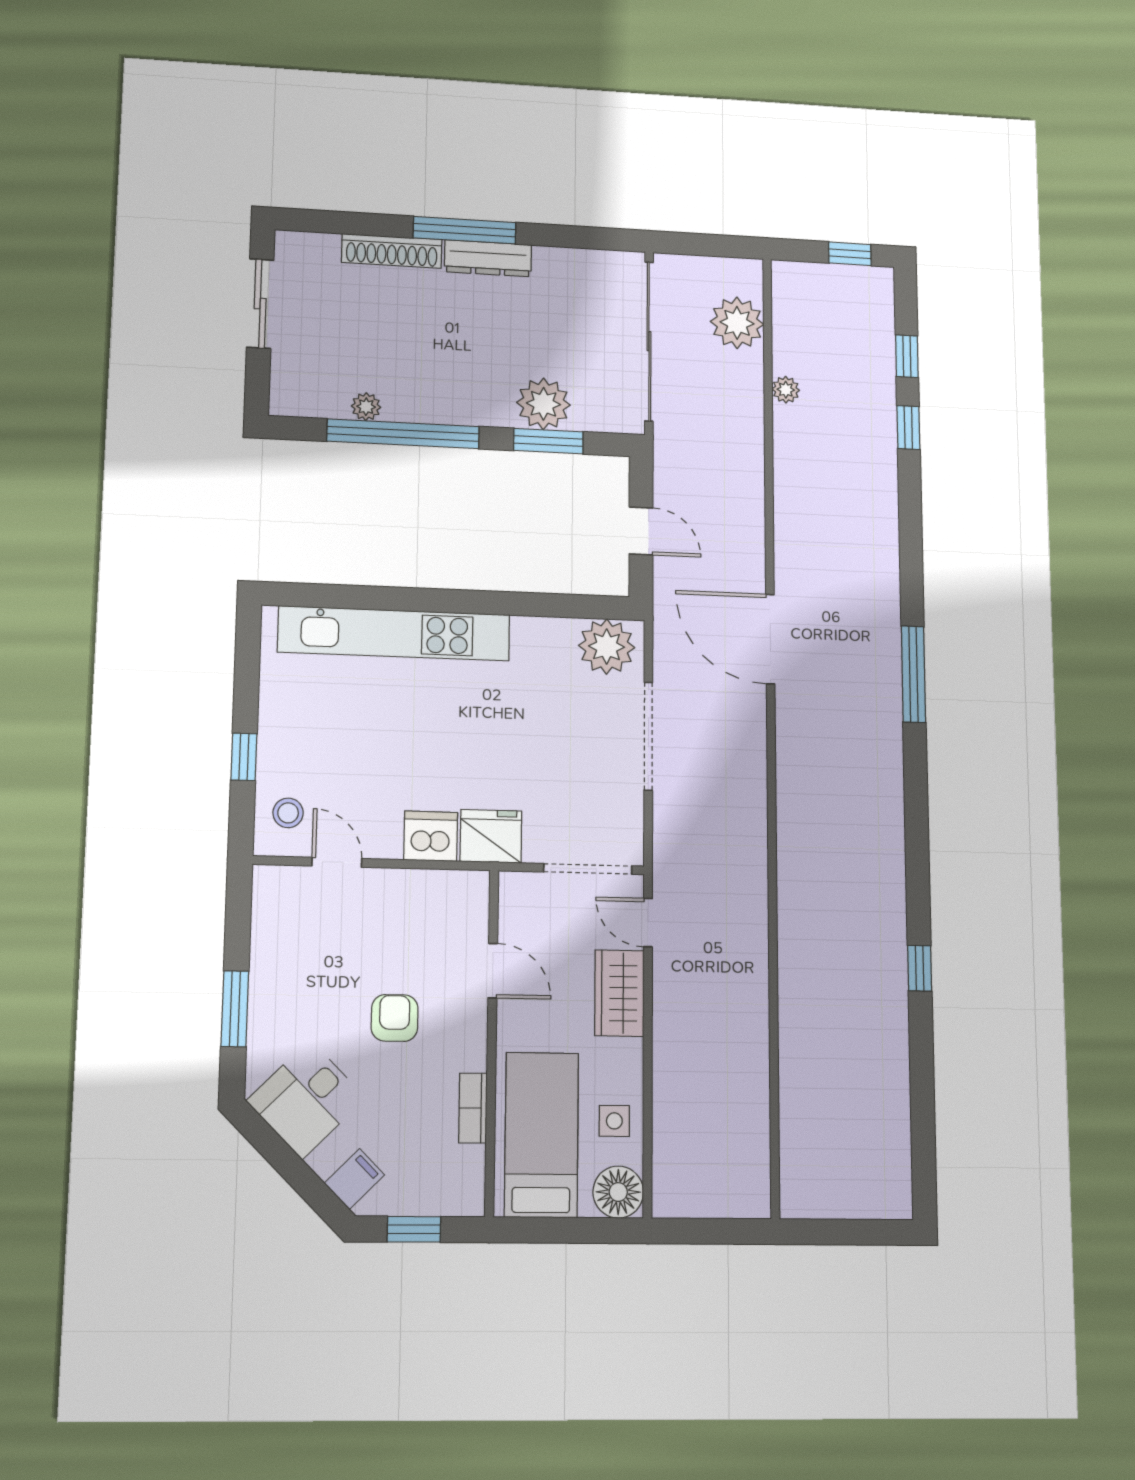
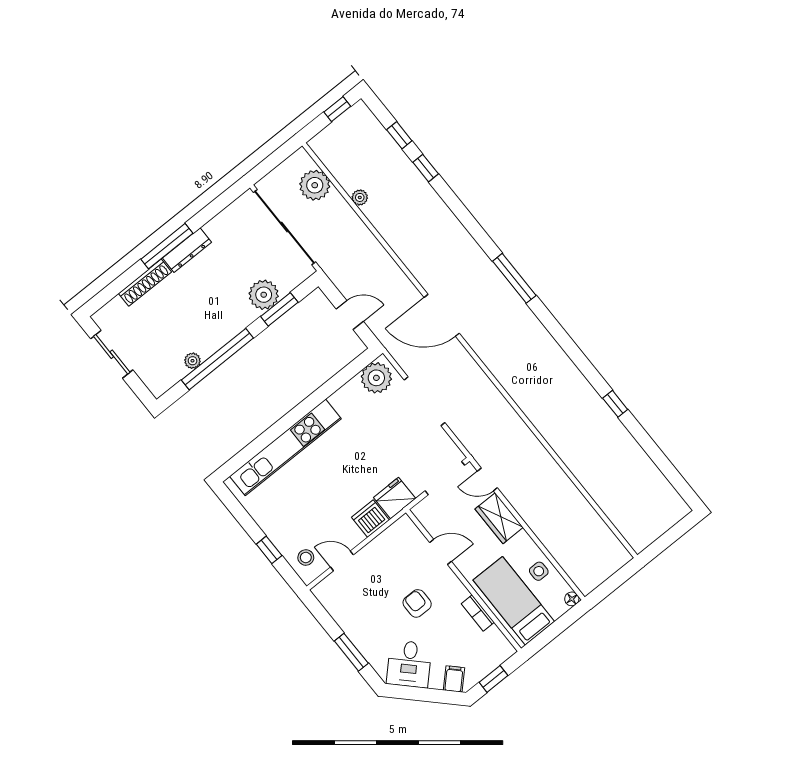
floor lamp: (618, 1192) -> (572, 599), width x0.53, depth x0.53

